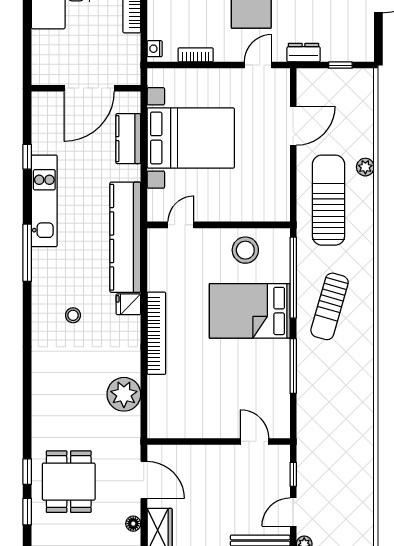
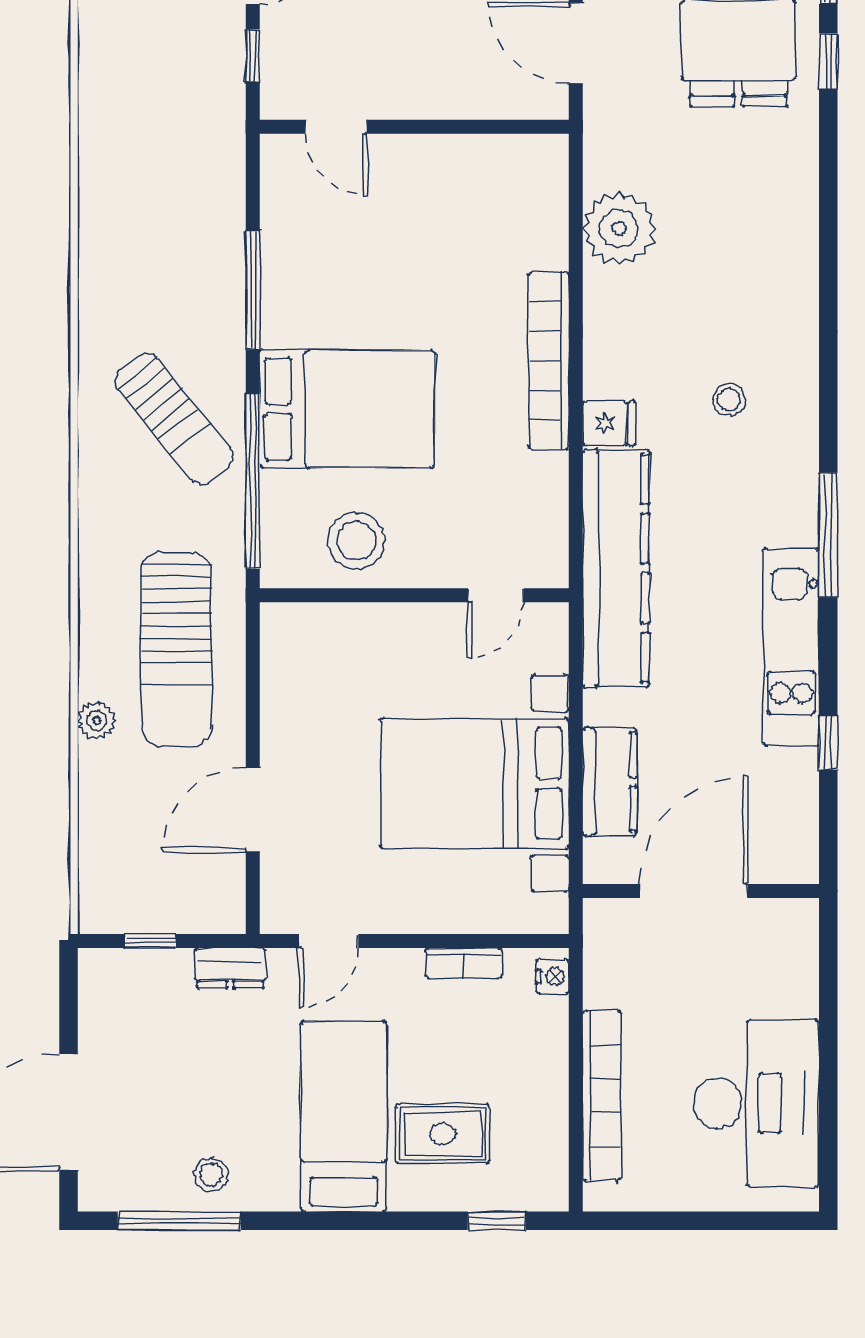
sun lounger: (330, 306) -> (174, 419), turned 125

